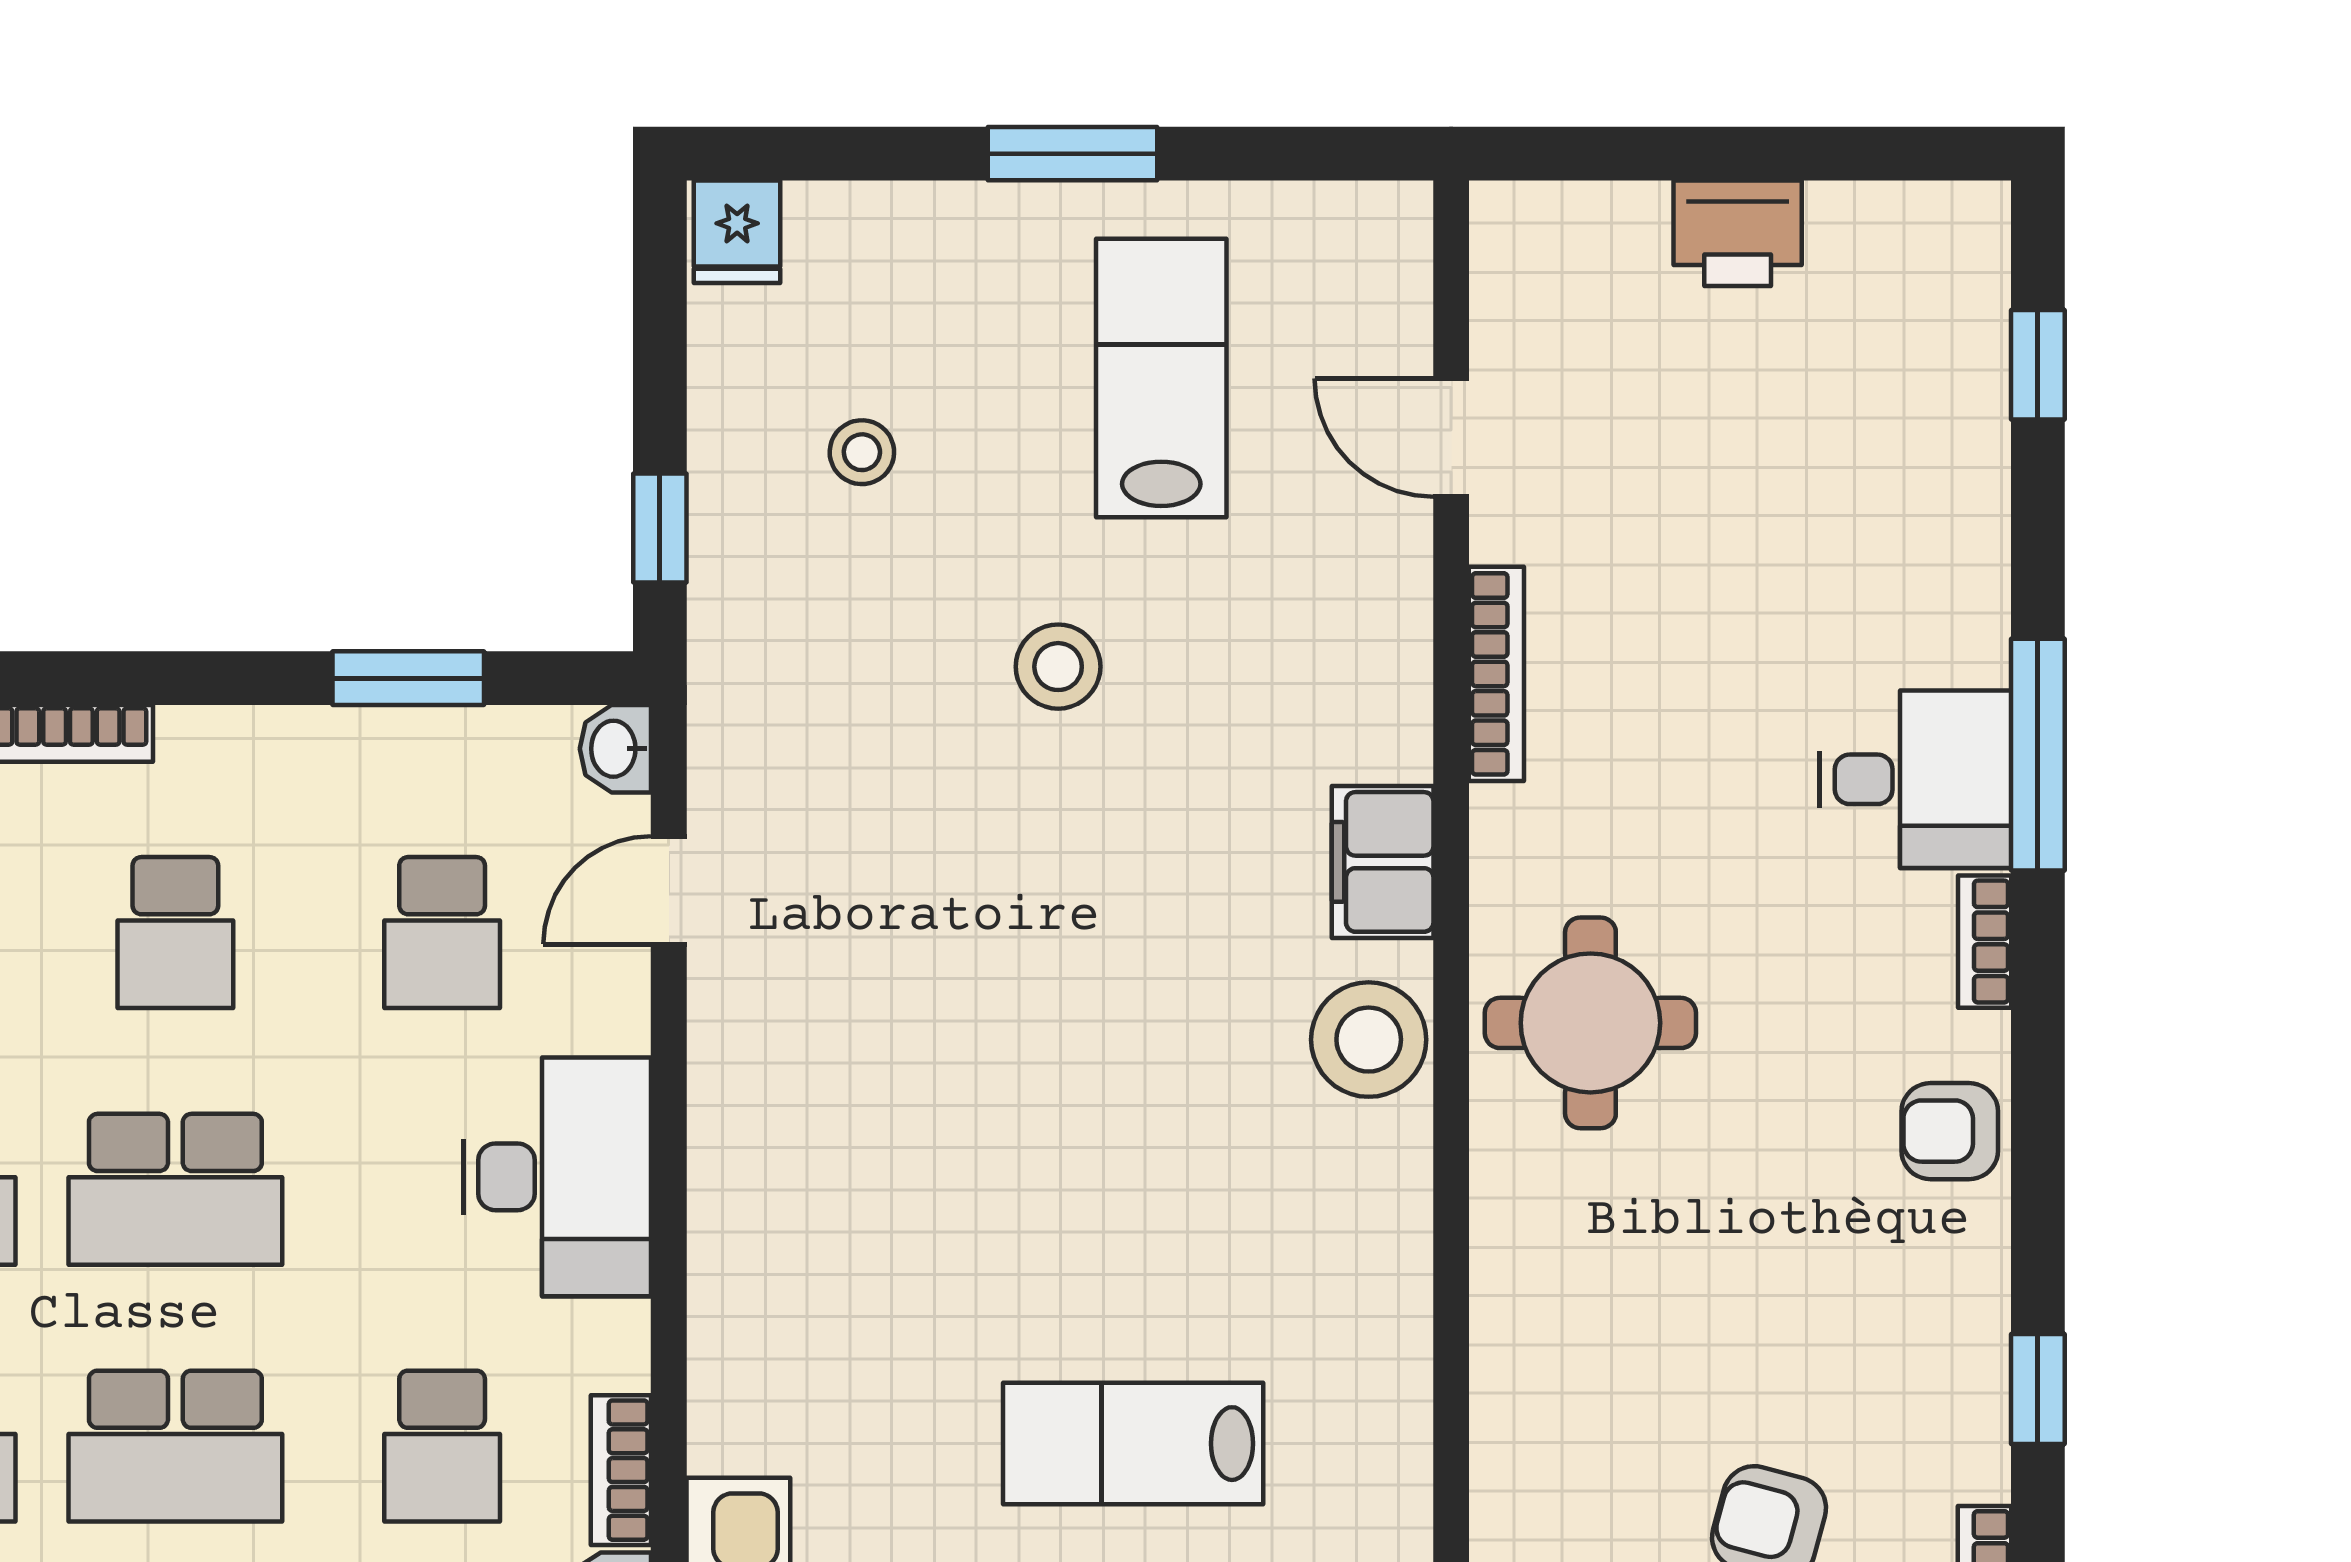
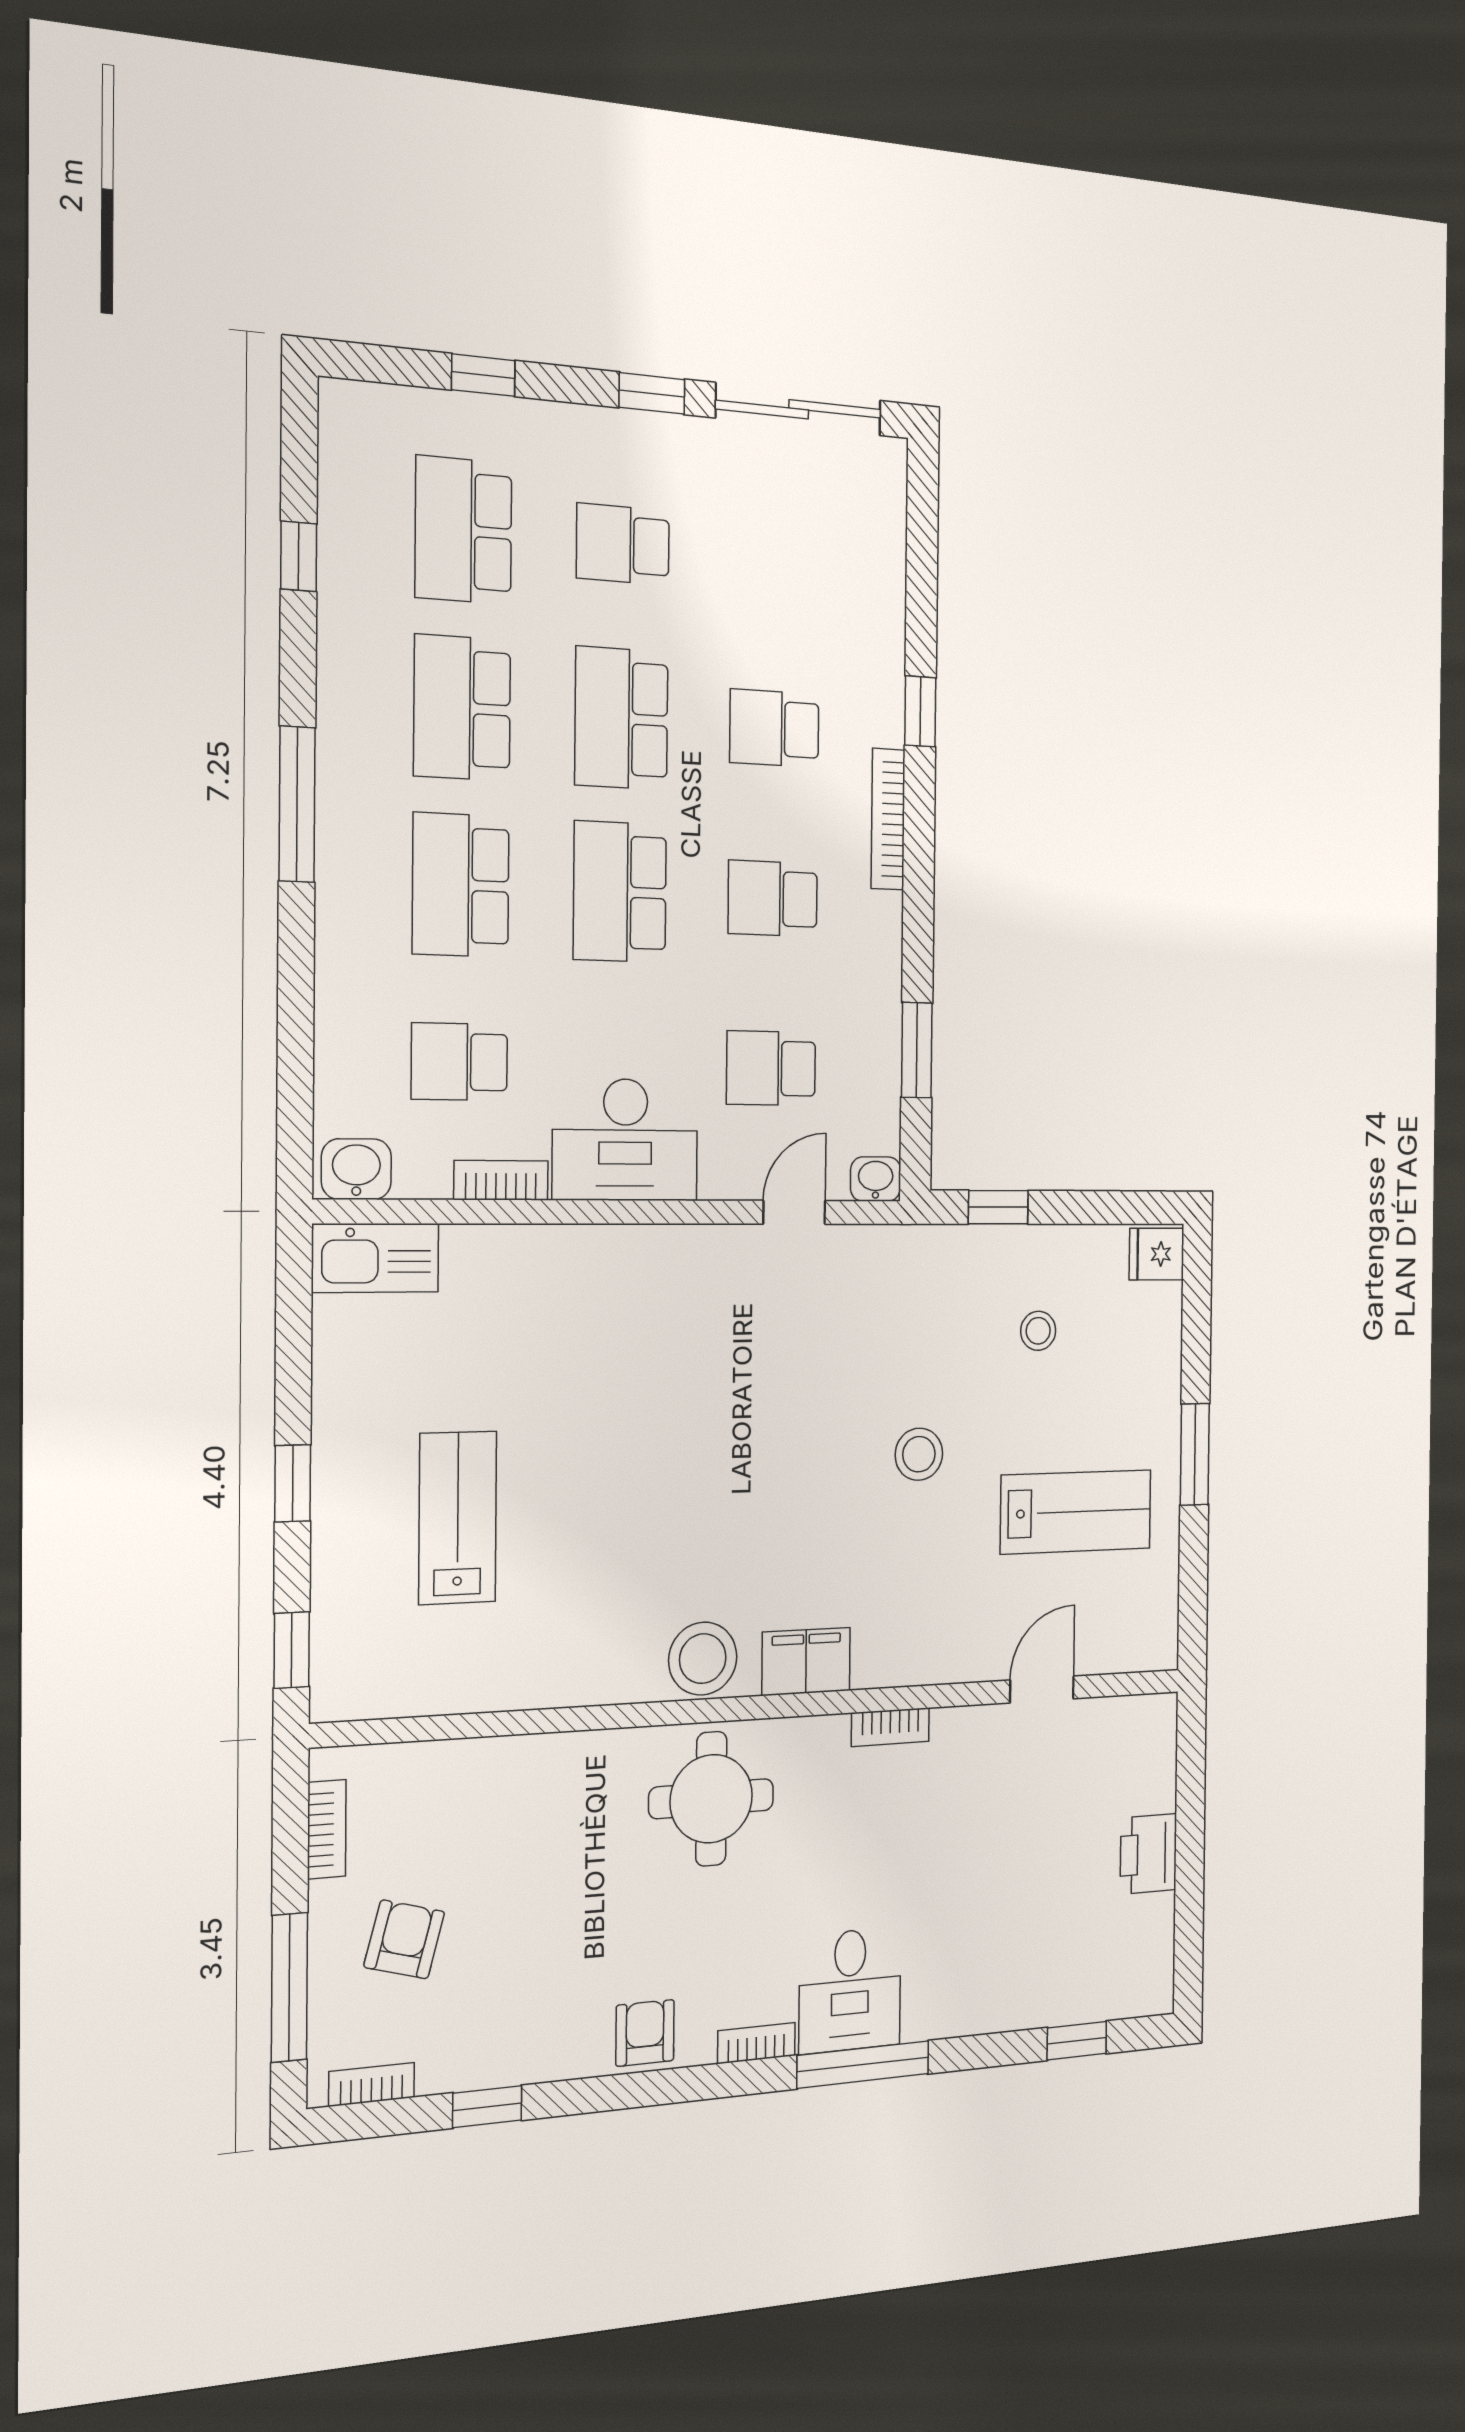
bookcase: (1496, 674) -> (890, 1727), width x0.64
door: (669, 890) -> (794, 1212), hinge flipped
bookcase: (621, 1470) -> (501, 1180), moved

